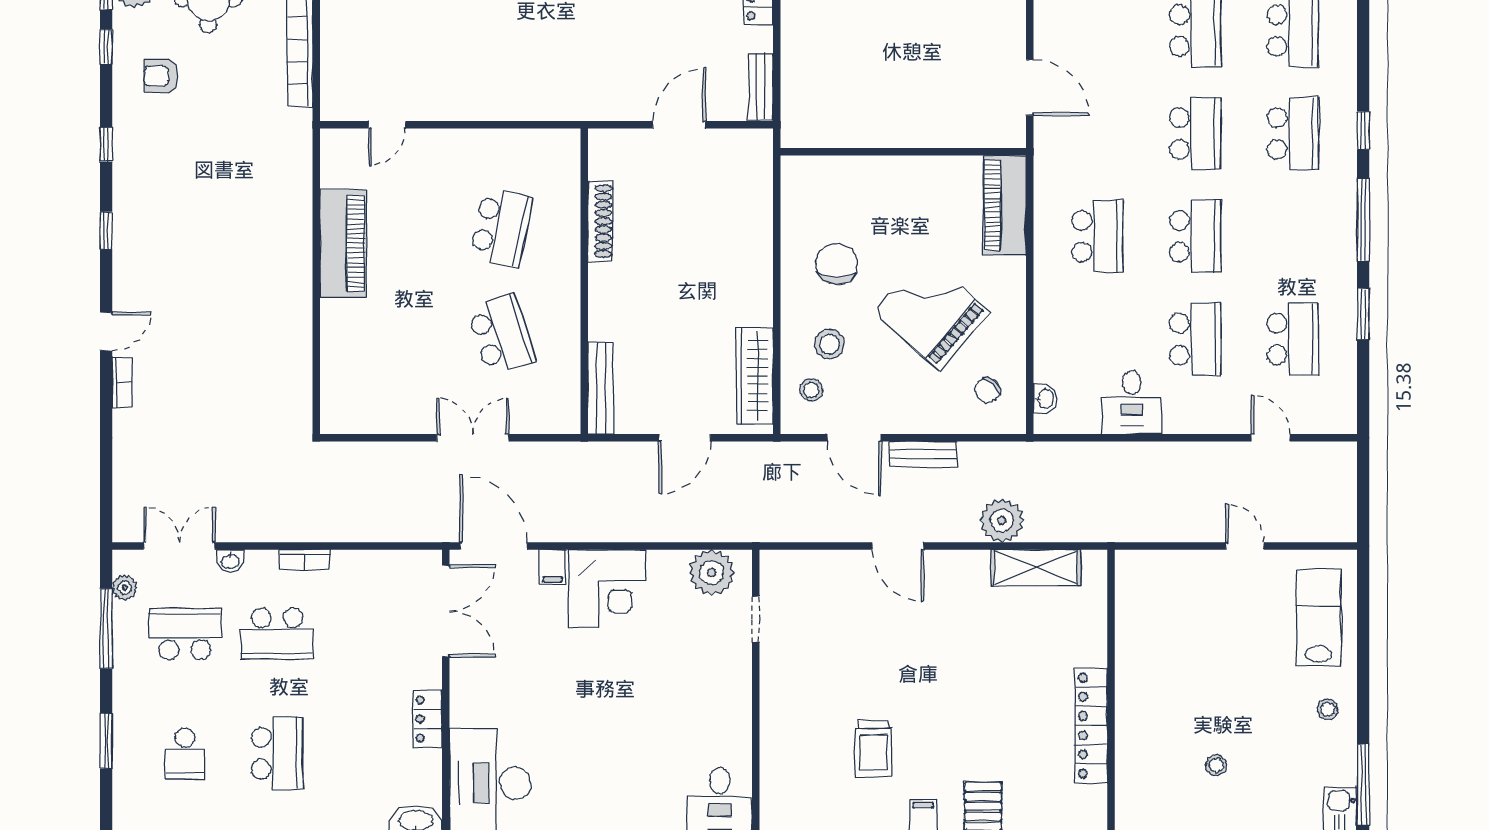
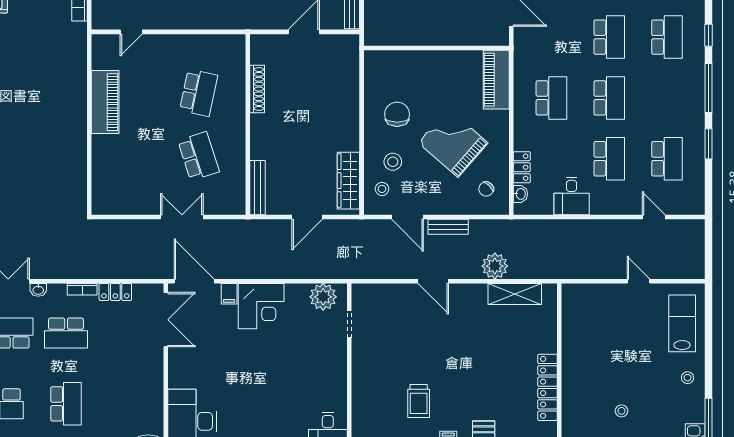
locker: (1047, 353) -> (522, 167), added
locker: (428, 719) -> (115, 292), moved, turned -90

